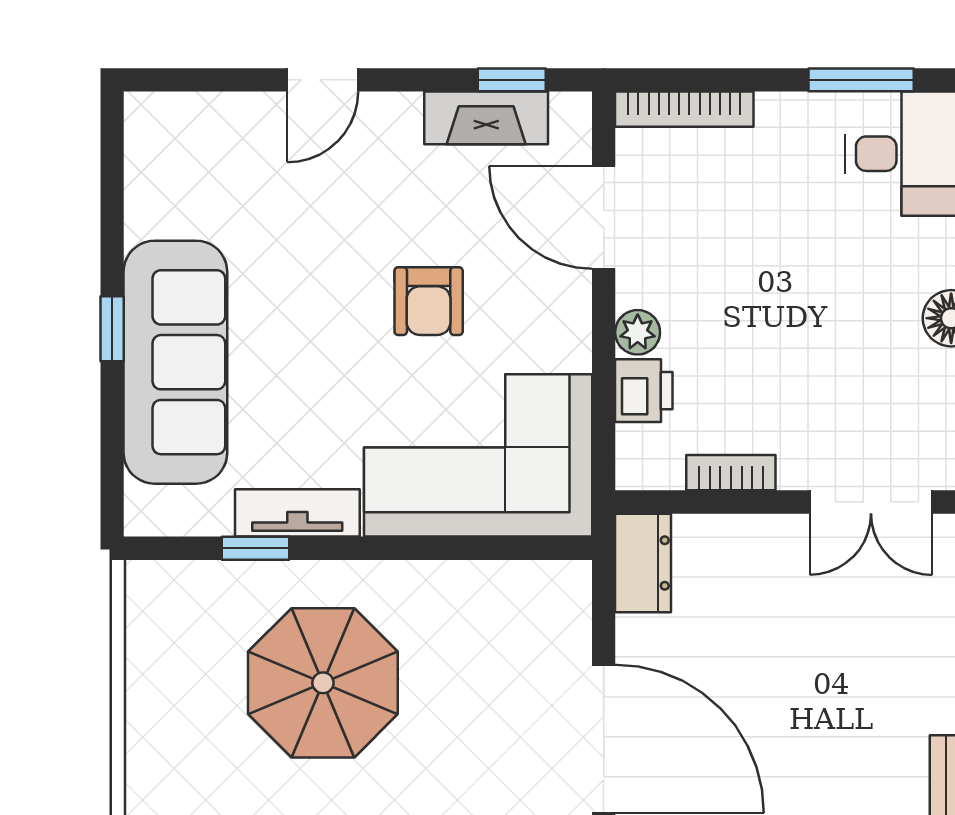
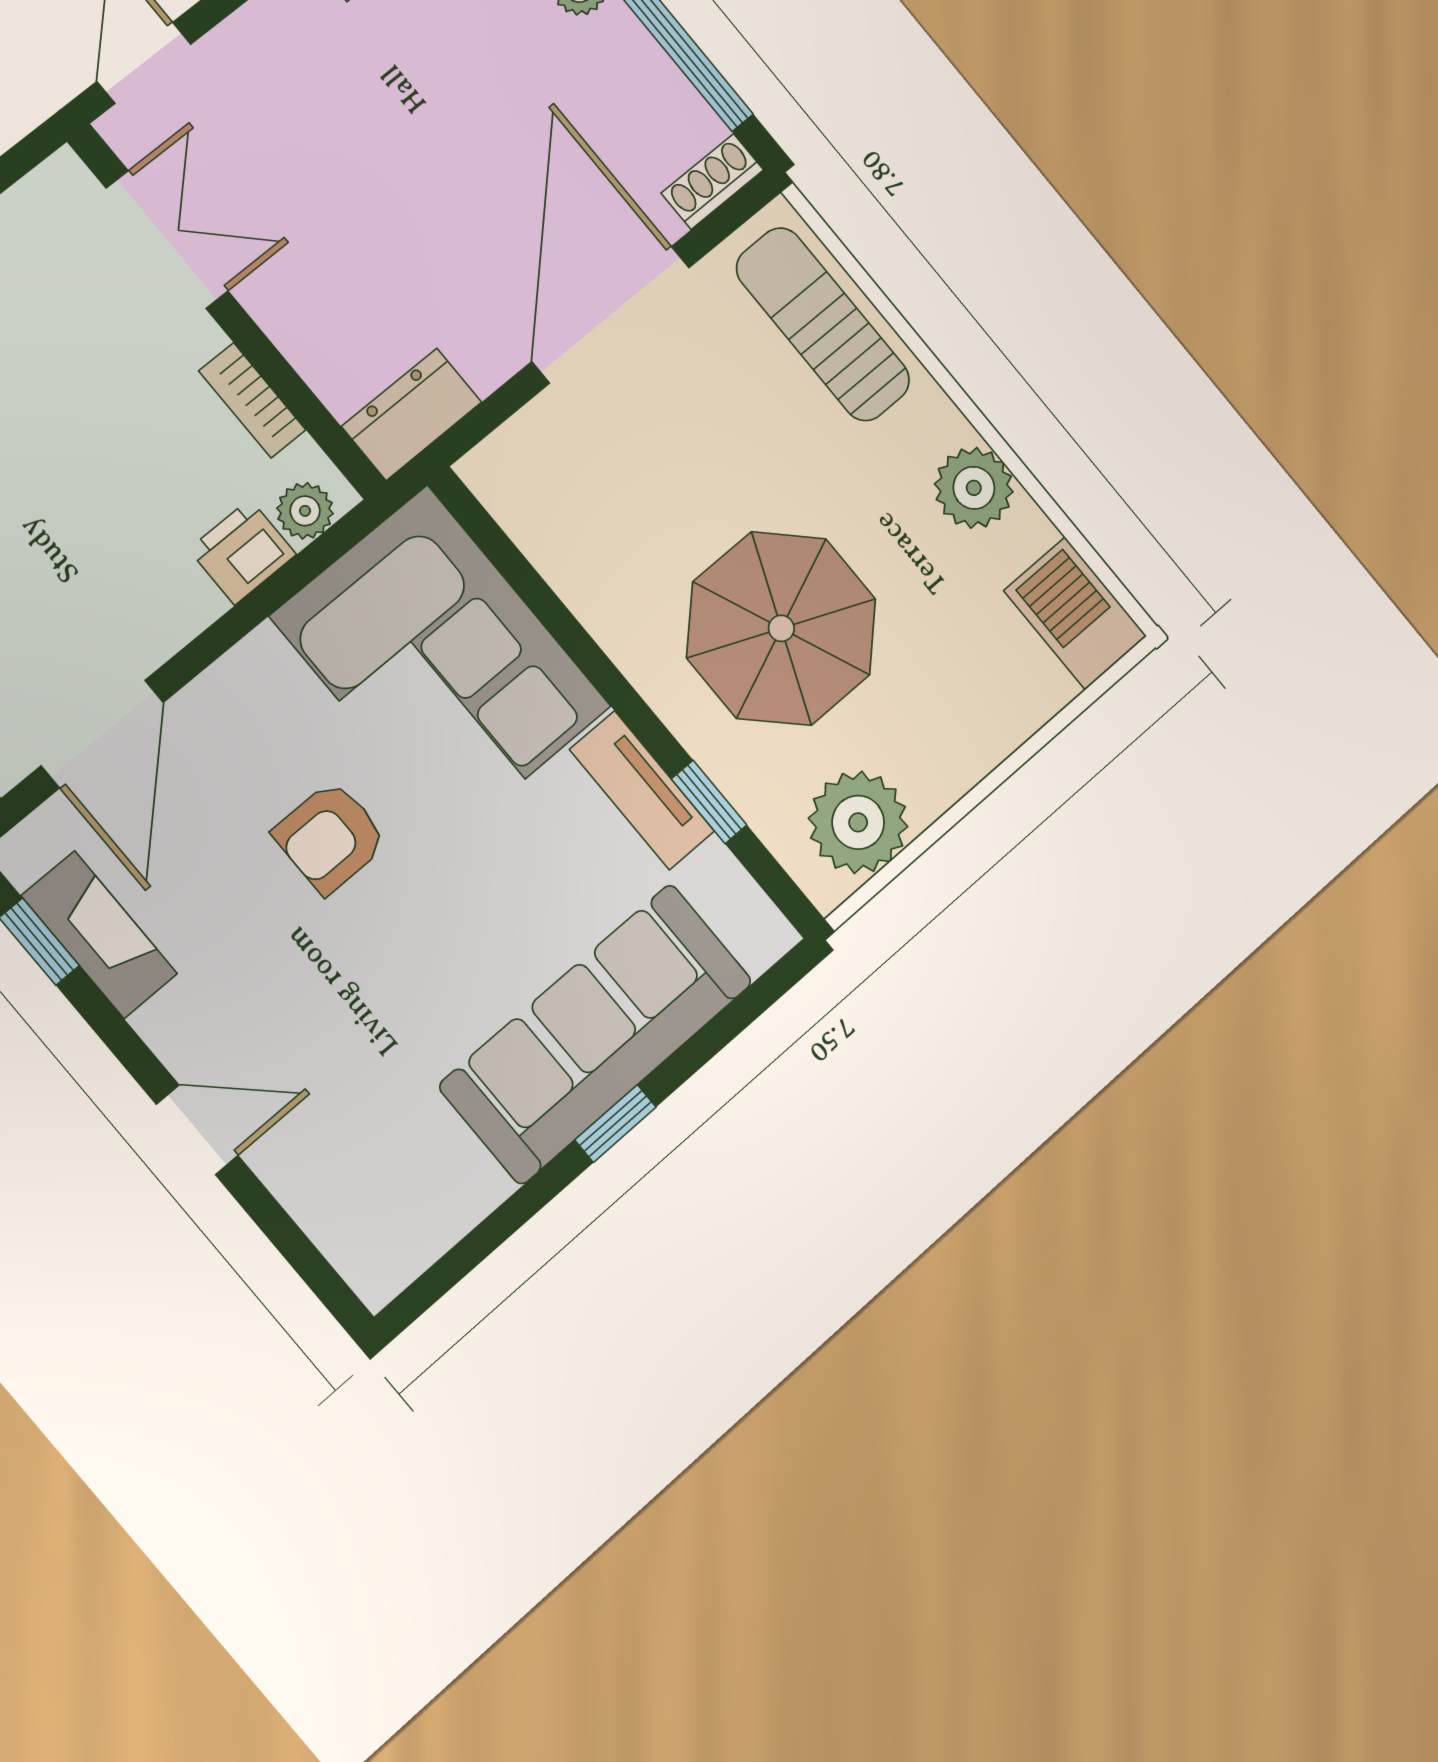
armchair: (429, 301) -> (330, 837), turned 180
plant: (638, 332) -> (305, 511), moved
plant: (165, 630) -> (858, 822), added

